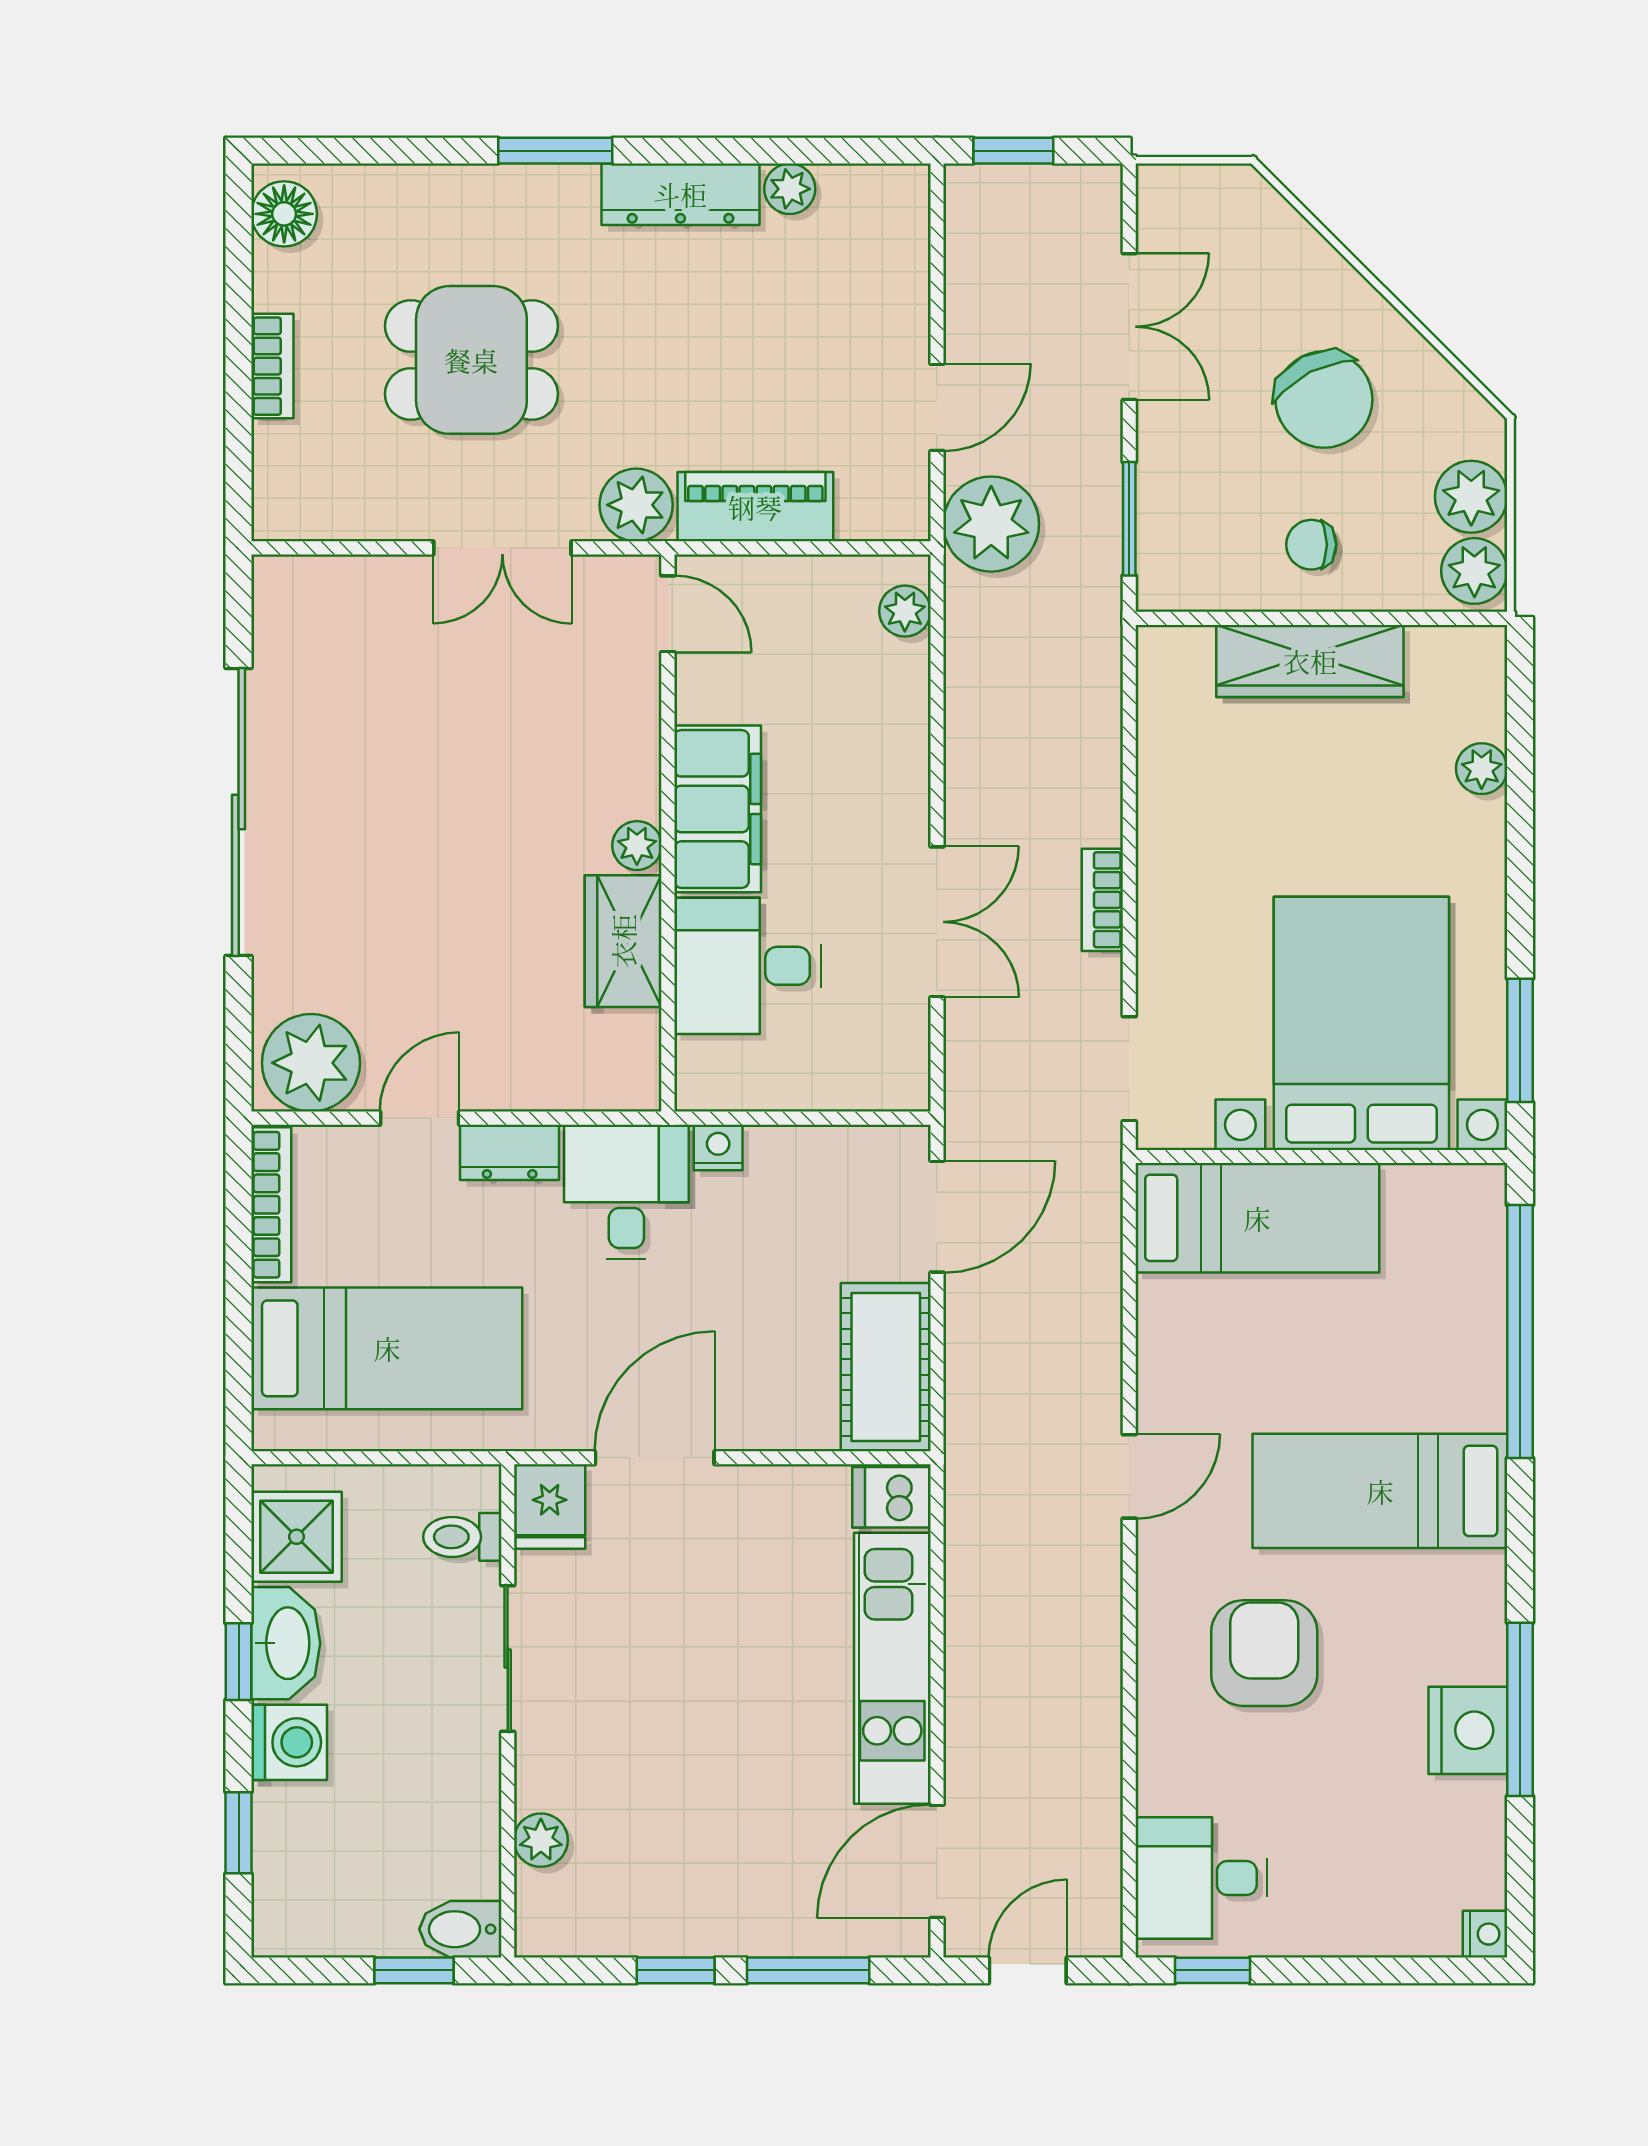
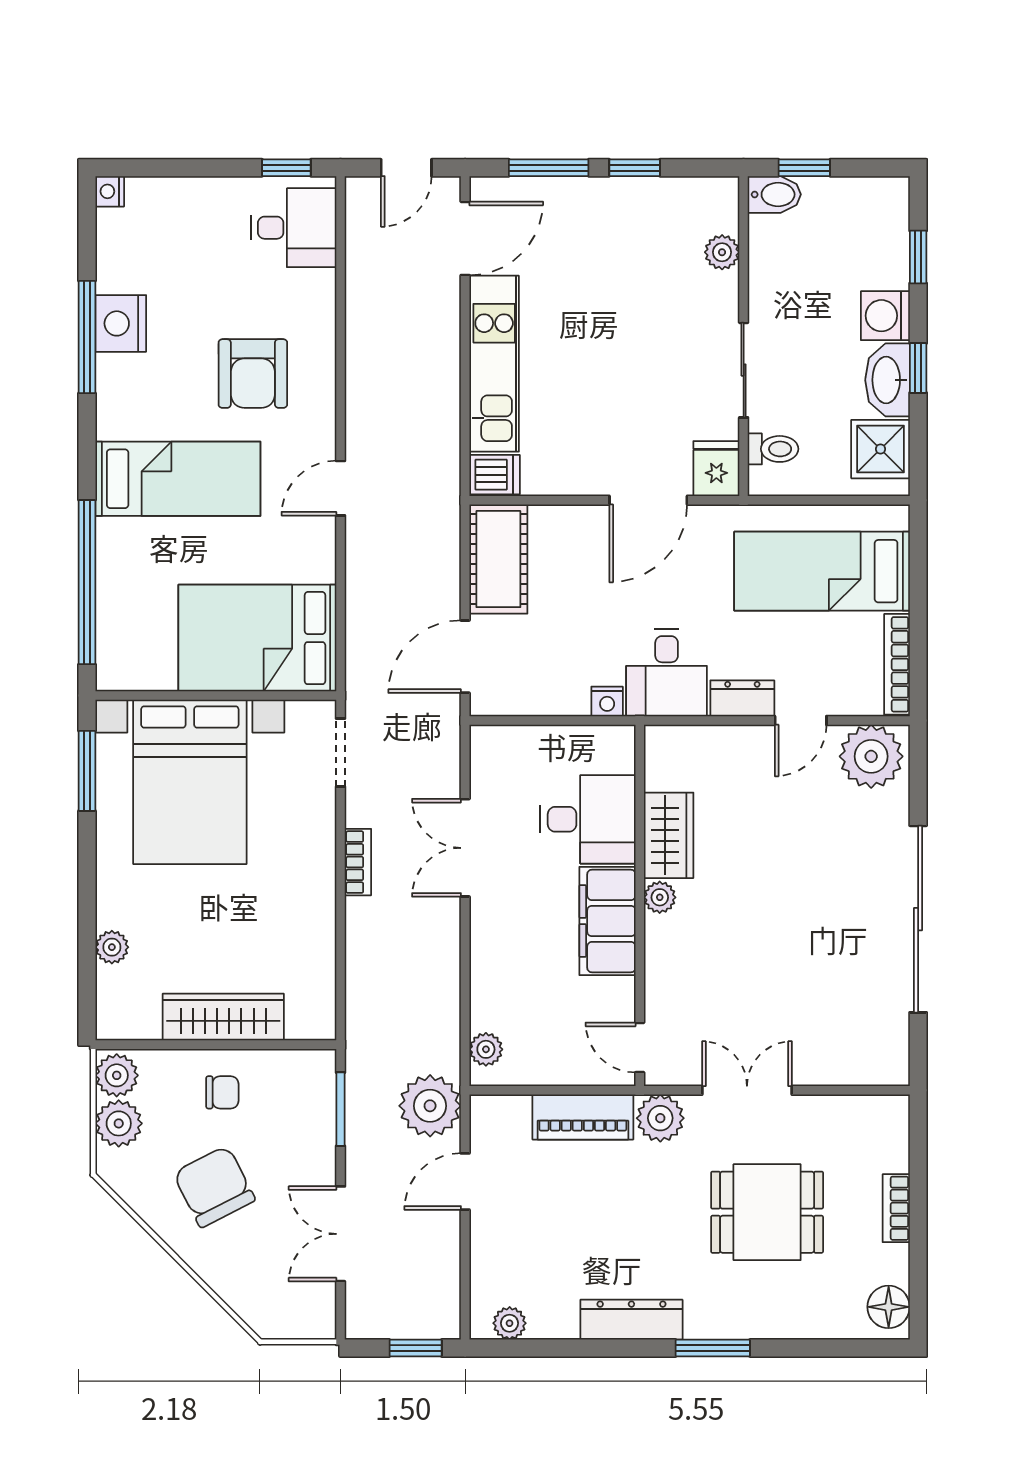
plant: (790, 189) -> (510, 1323), moved
bed: (1257, 1218) -> (257, 638), width x1.50

